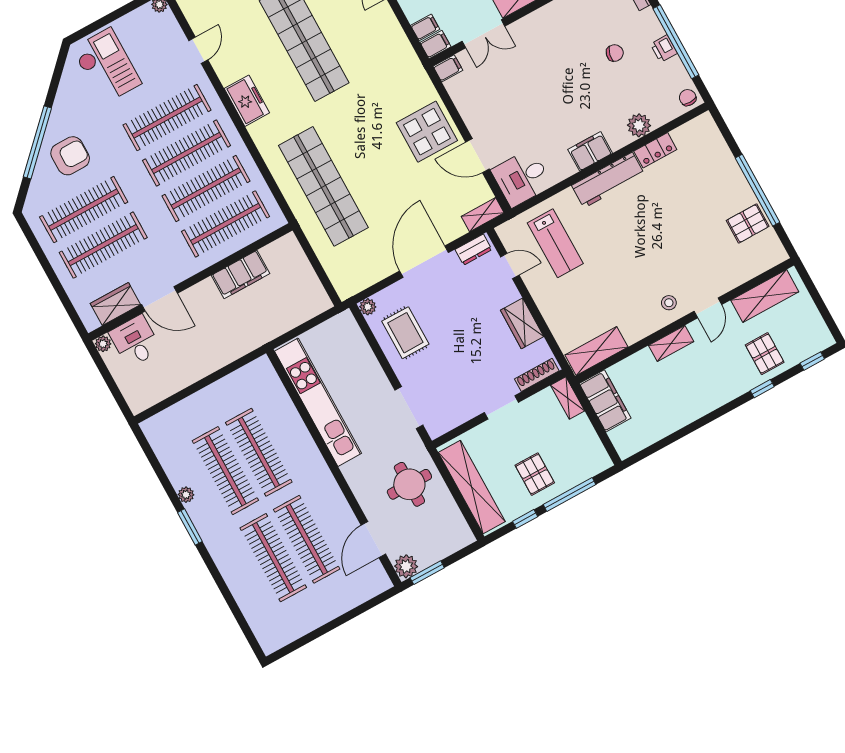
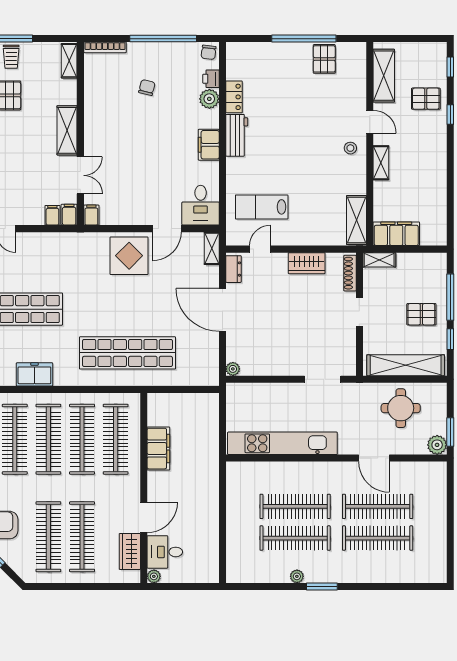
printer: (664, 49) -> (211, 79), moved, turned 90
chair: (688, 98) -> (209, 52), turned -83
workbench: (608, 180) -> (237, 135), width x0.73
lab bench: (555, 243) -> (262, 207), turned 180
rug: (405, 333) -> (267, 352), removed
round table: (409, 484) -> (401, 408), moved
door: (373, 540) -> (374, 458), moved

